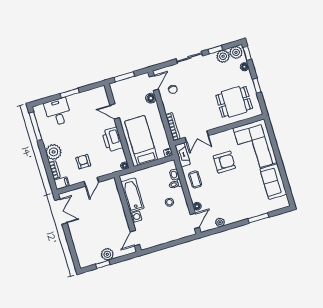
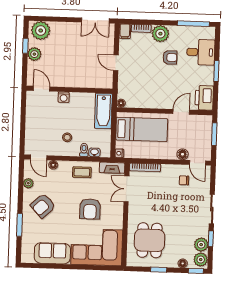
printer: (112, 139) -> (204, 98), moved, turned -90
armchair: (83, 162) -> (170, 57), moved
bathtub: (132, 195) -> (103, 111), moved, turned 90
armchair: (235, 203) -> (43, 206), added
plant: (85, 256) -> (41, 31), added

